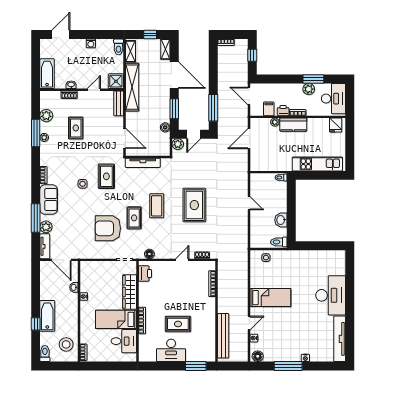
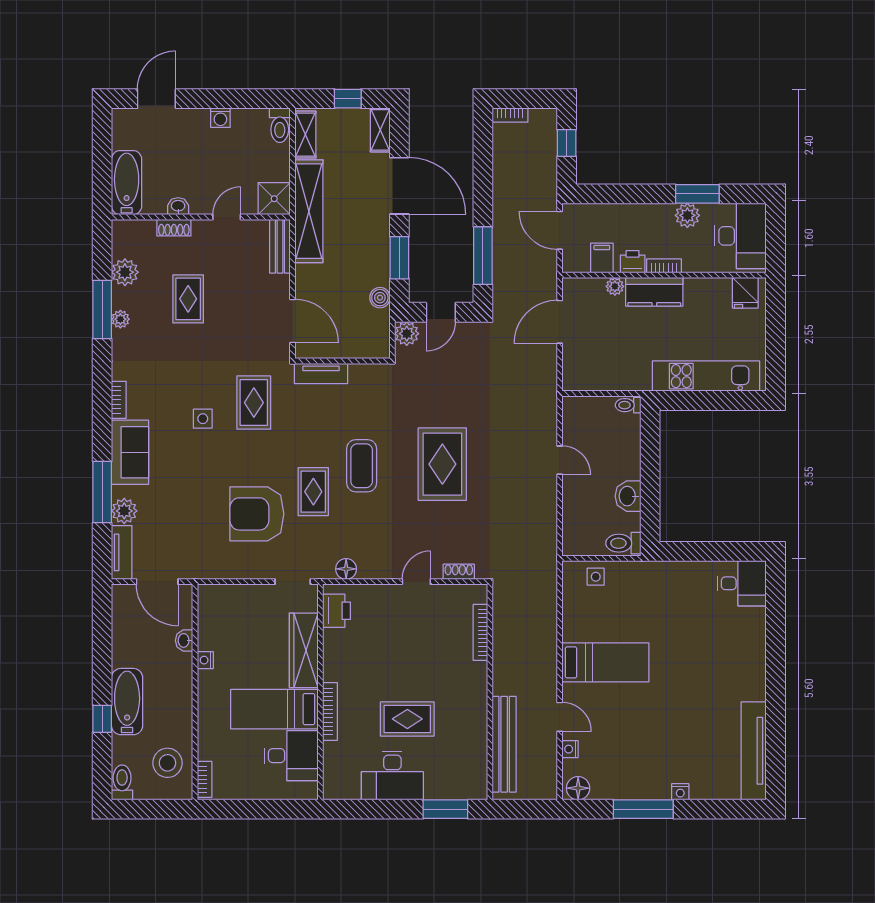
tv unit: (143, 163) -> (321, 373), width x0.71
desk: (331, 295) -> (742, 583), moved, width x0.53, depth x0.77
door: (249, 323) -> (560, 717), hinge flipped

